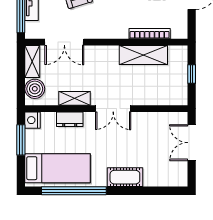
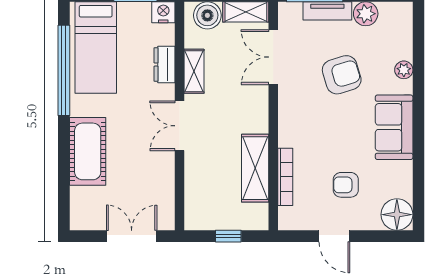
cot: (125, 177) -> (88, 151), width x1.37, depth x1.34

